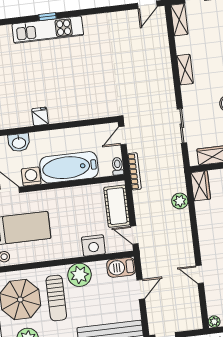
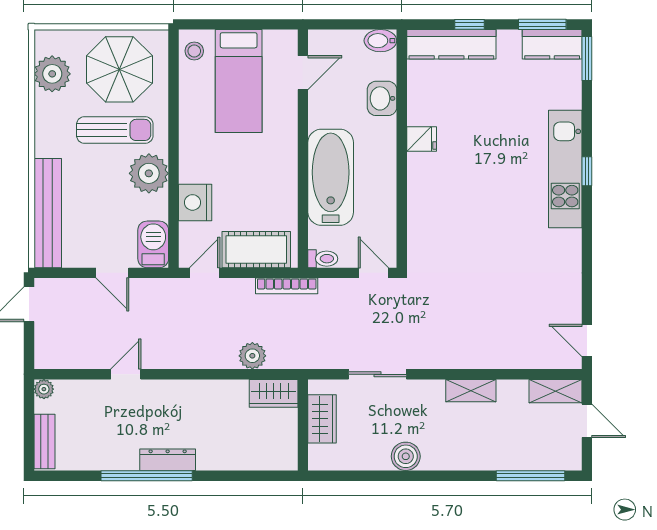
bookcase: (134, 171) -> (287, 286), moved
washing machine: (31, 177) -> (323, 112), removed
sun lounger: (56, 298) -> (115, 130), turned 180

